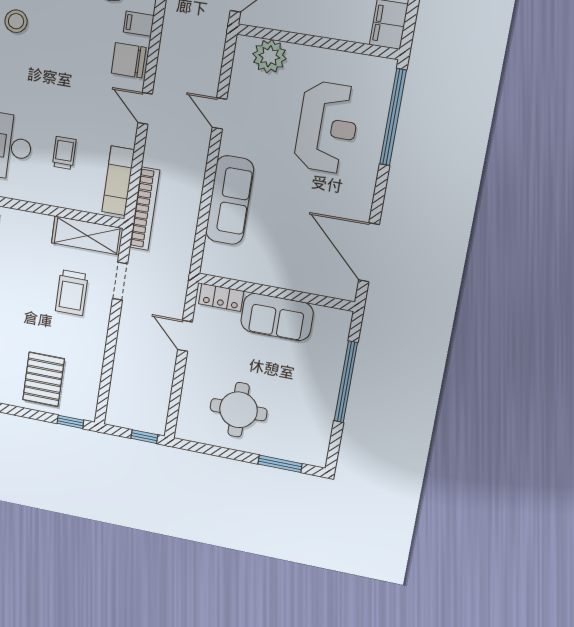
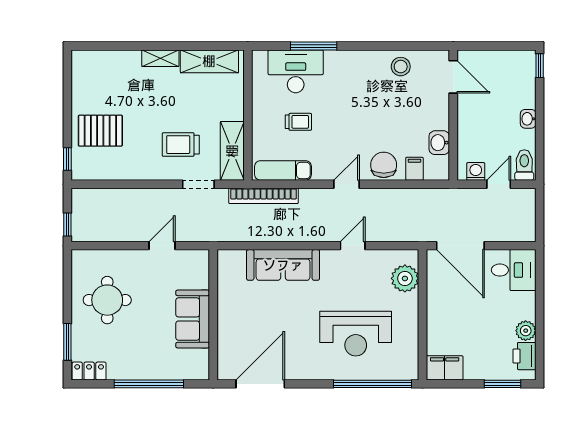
locker: (221, 297) -> (89, 371), moved, turned 90

